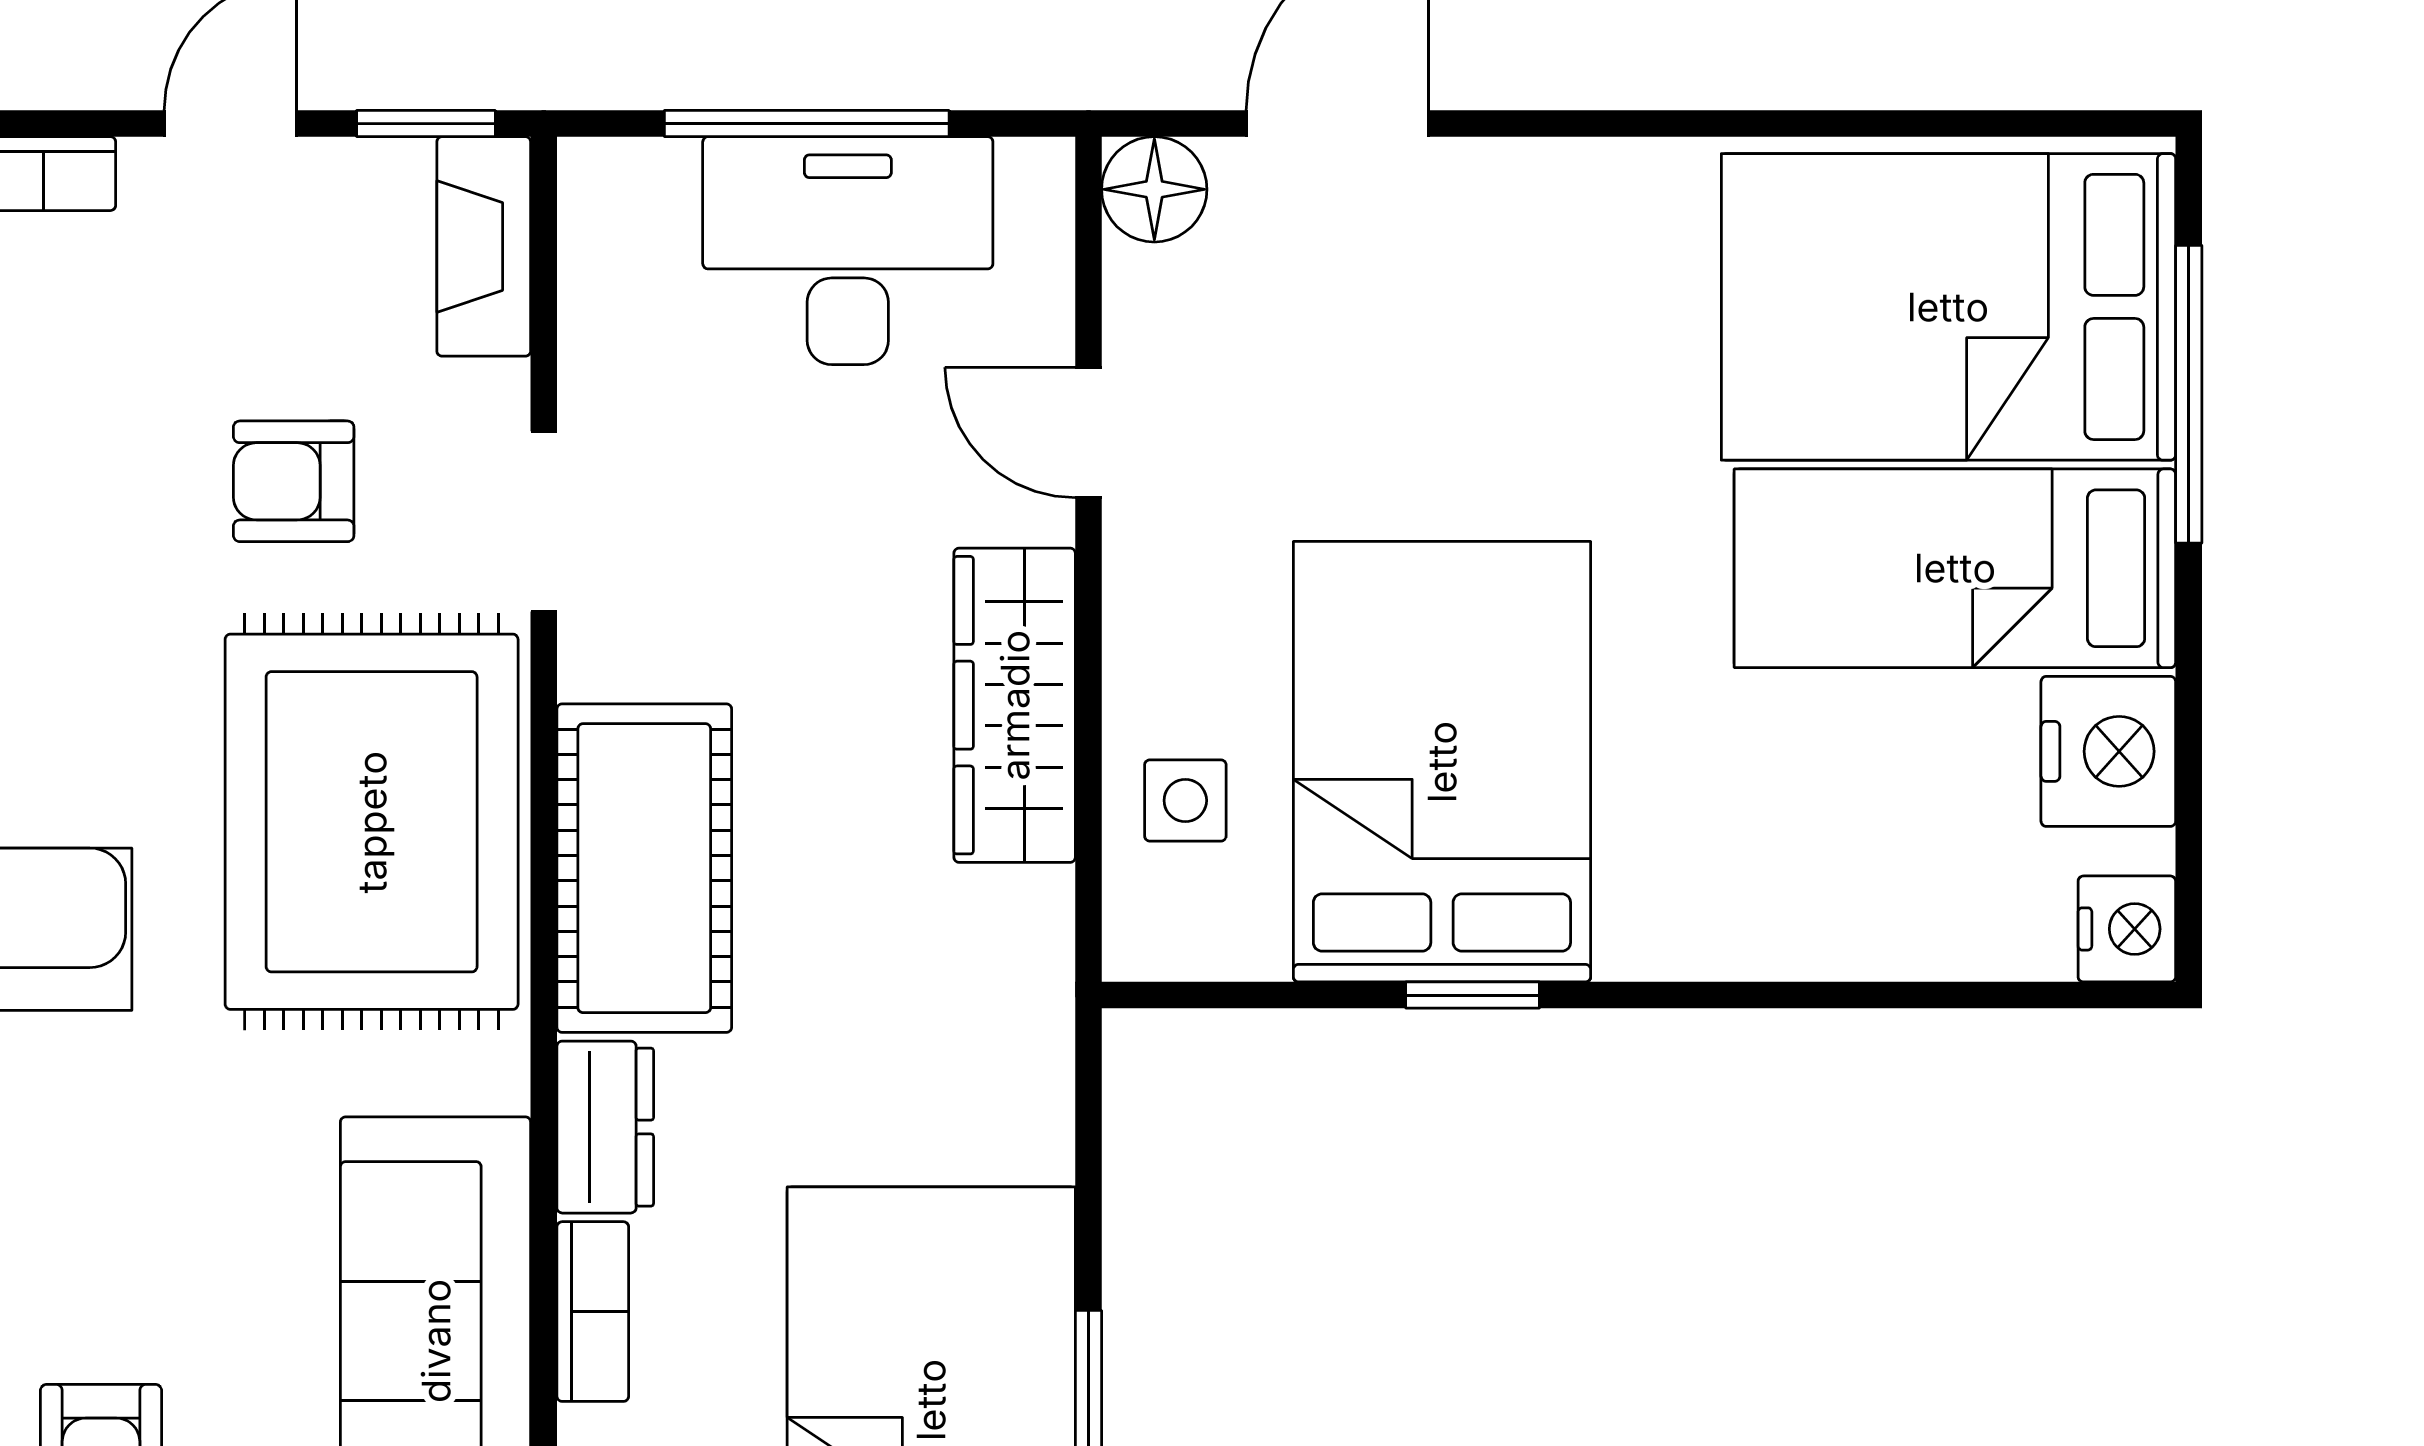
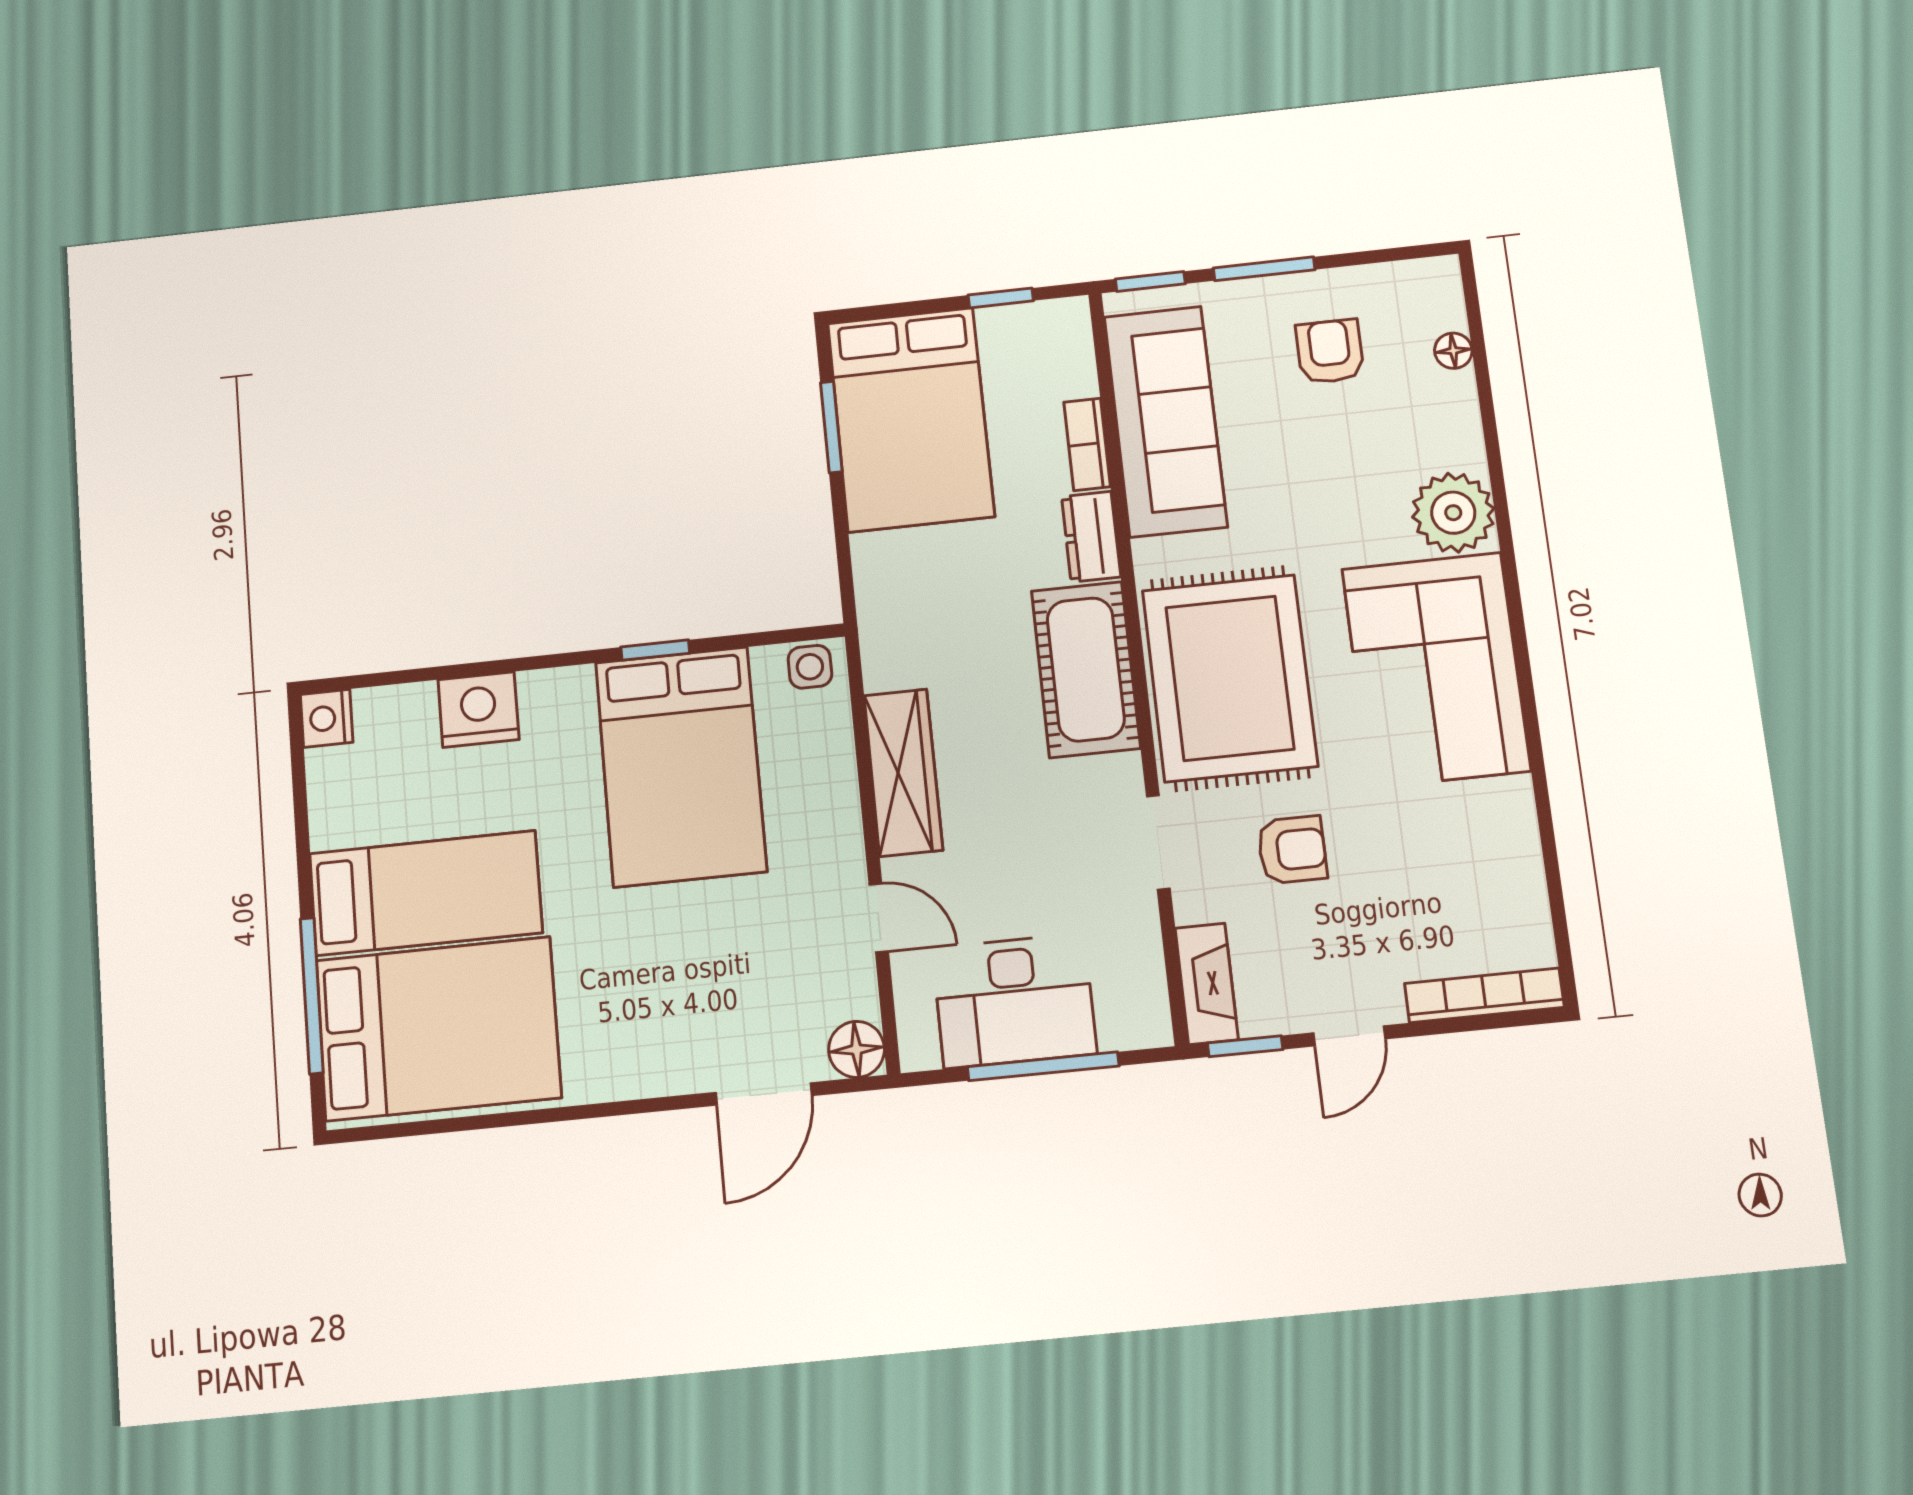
nightstand: (2108, 751) -> (478, 710), moved, turned 90
side table: (1185, 800) -> (810, 667), moved

